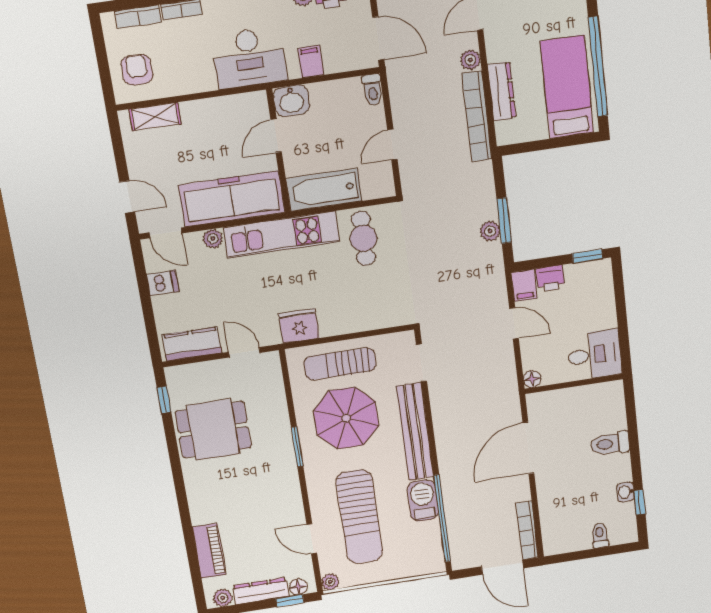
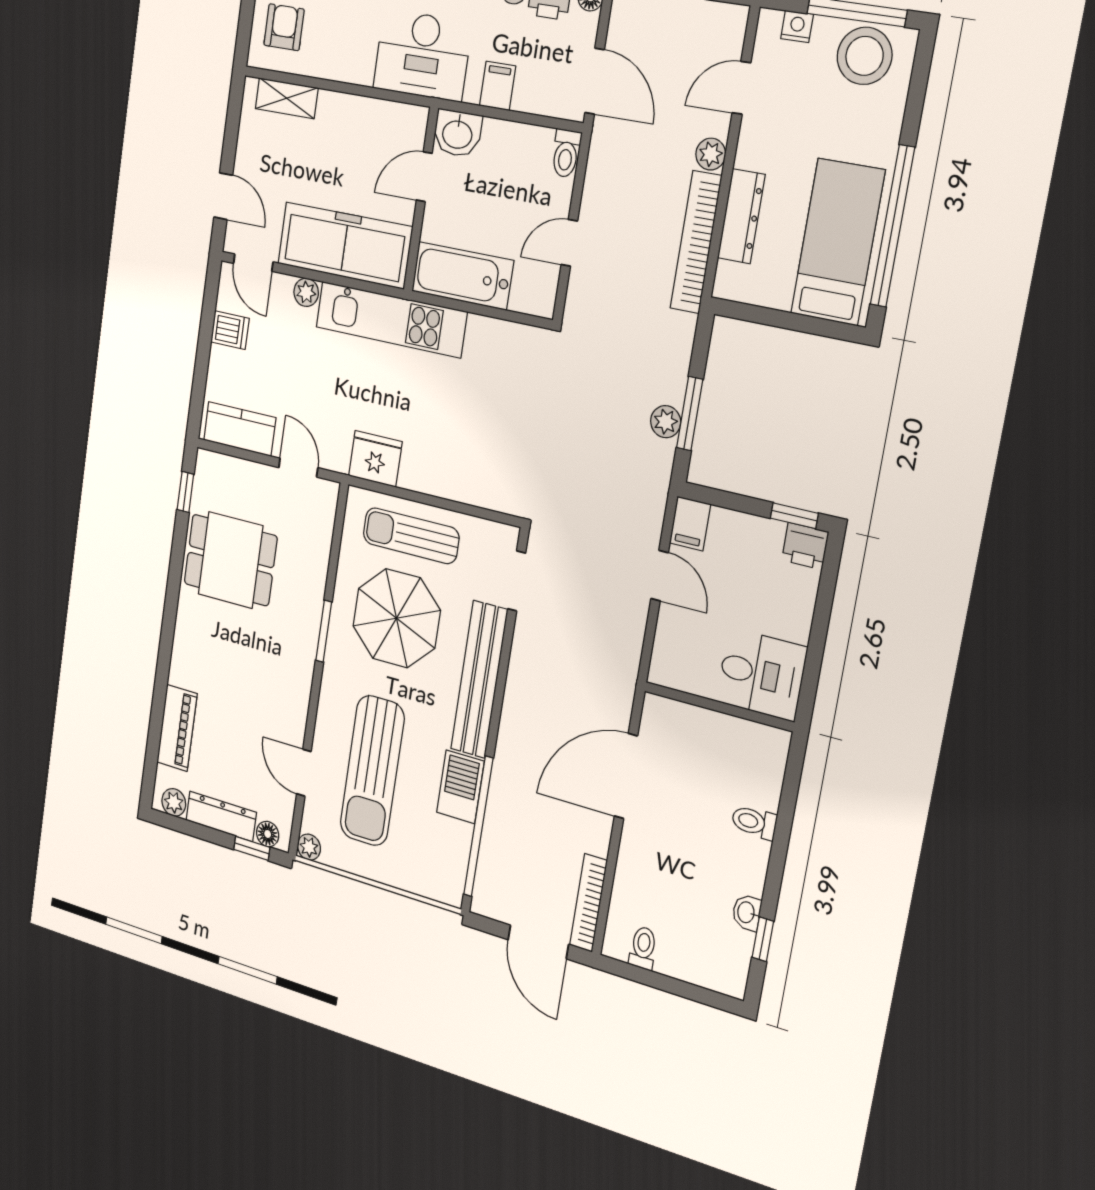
cafe table: (363, 238) -> (493, 366), removed
printer: (550, 278) -> (805, 546), moved
floor lamp: (532, 379) -> (661, 672), removed
toilet: (610, 444) -> (754, 822), width x0.73, depth x0.72
toilet: (600, 536) -> (643, 948), moved

